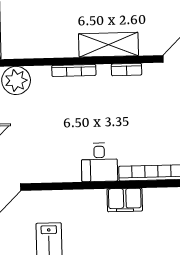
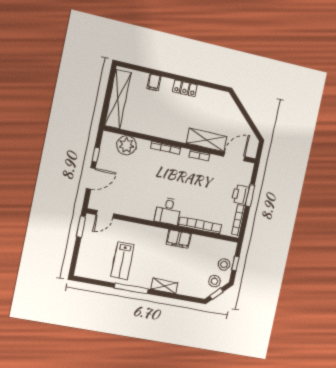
shelving: (108, 45) -> (207, 140), moved

